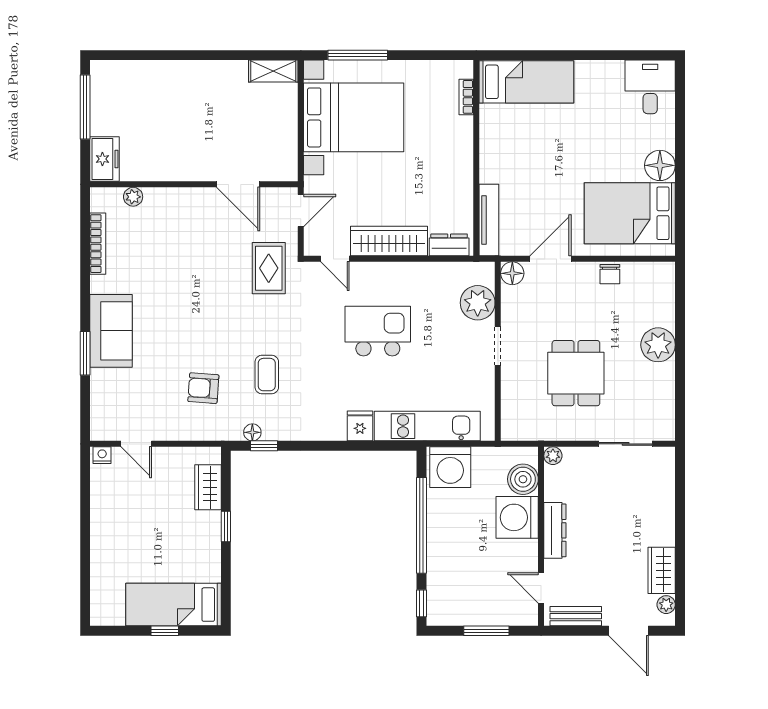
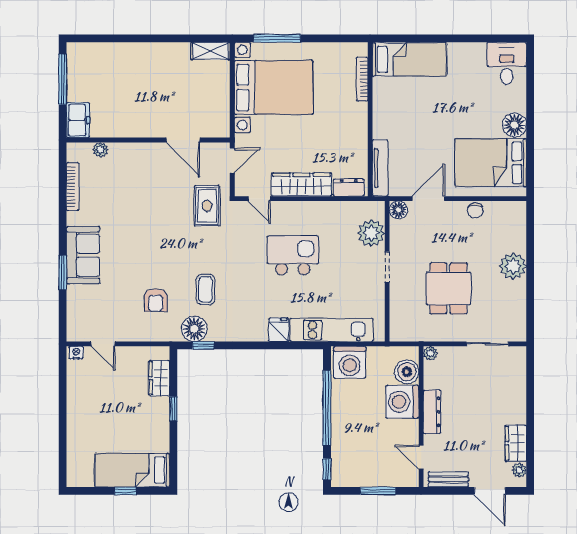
bookcase: (466, 97) -> (362, 79), width x1.56
armchair: (203, 388) -> (156, 300), turned -94
floor lamp: (252, 432) -> (194, 329), width x1.89, depth x1.89

